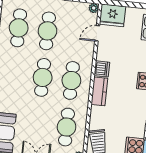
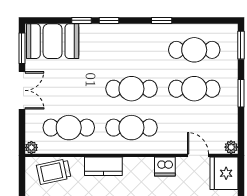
dishwasher: (102, 69) -> (165, 167), moved
kitchen counter: (99, 91) -> (103, 166), moved

